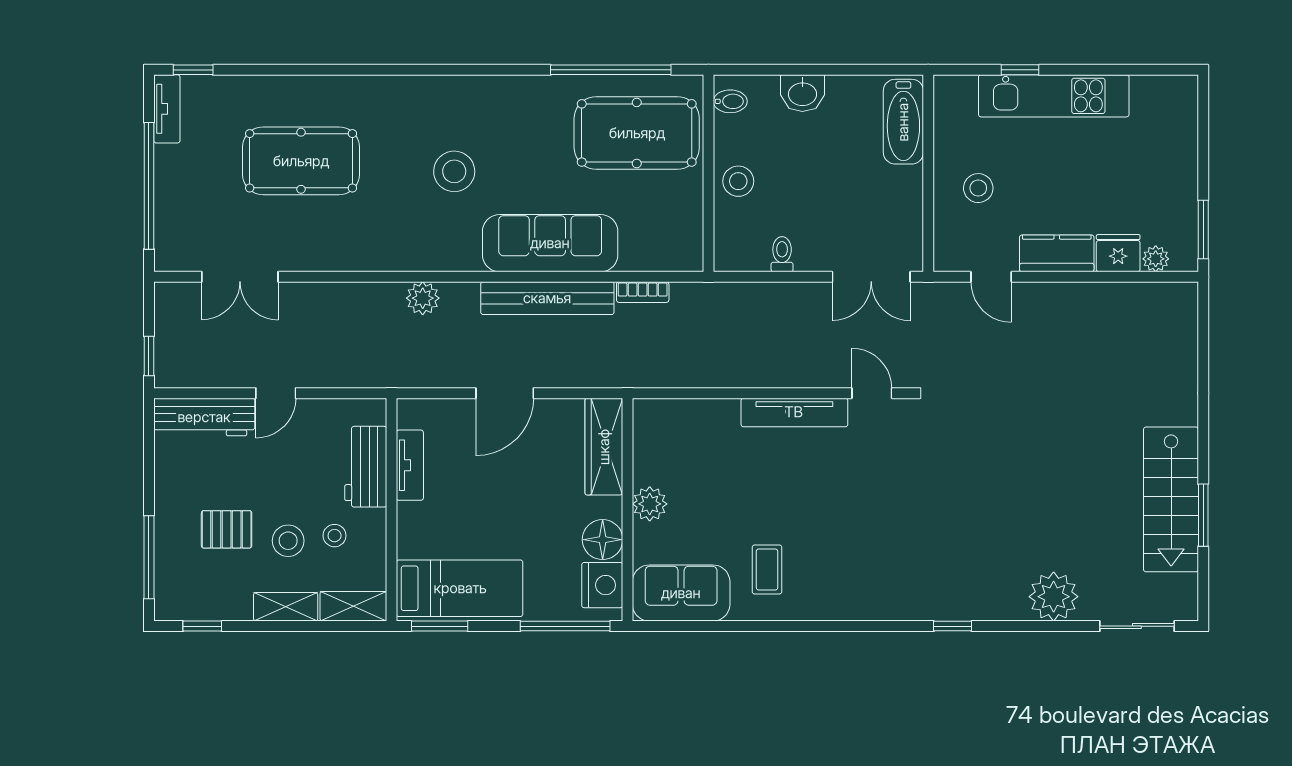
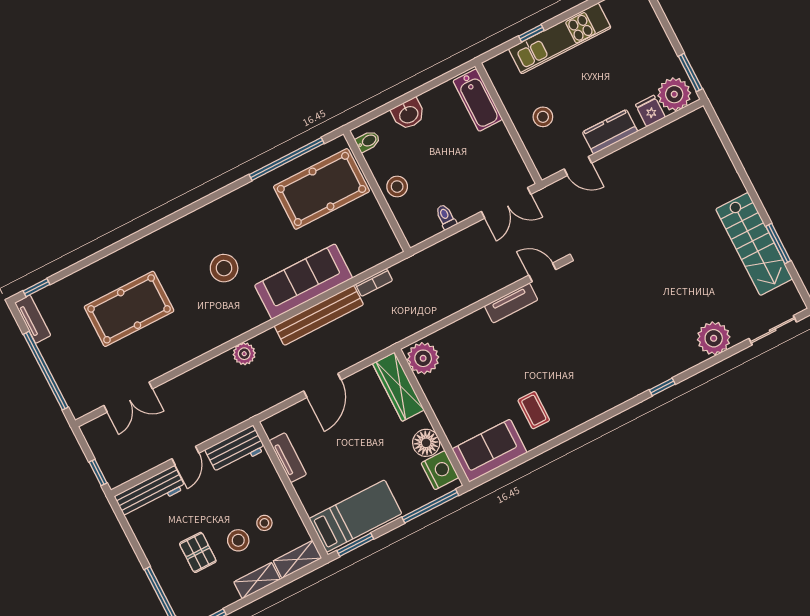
fridge: (1118, 253) -> (650, 111), width x0.72
plant: (1156, 259) -> (674, 94), width x1.88, depth x1.88
tv unit: (794, 412) -> (511, 303), width x0.71
workbench: (366, 467) -> (235, 450), moved, turned -90
plant: (650, 504) -> (423, 358), moved, width x1.36, depth x1.36
pallet: (227, 529) -> (198, 552), turned 90

